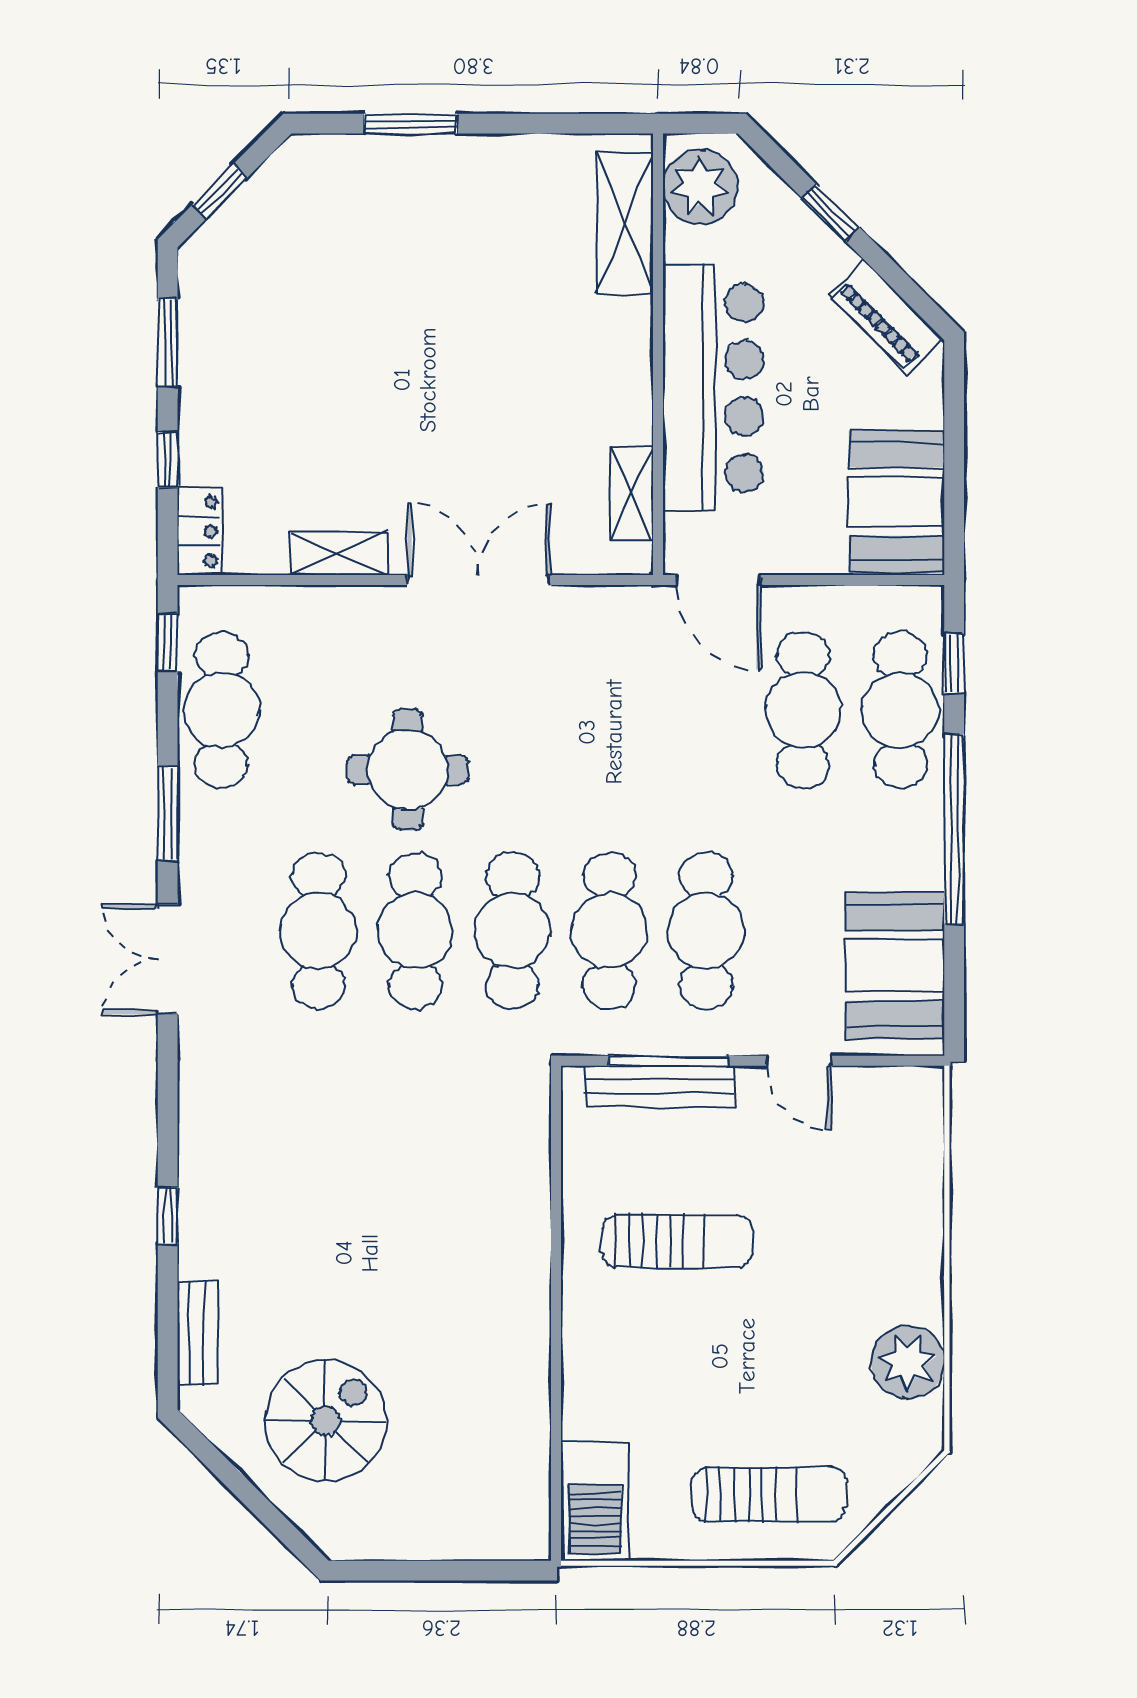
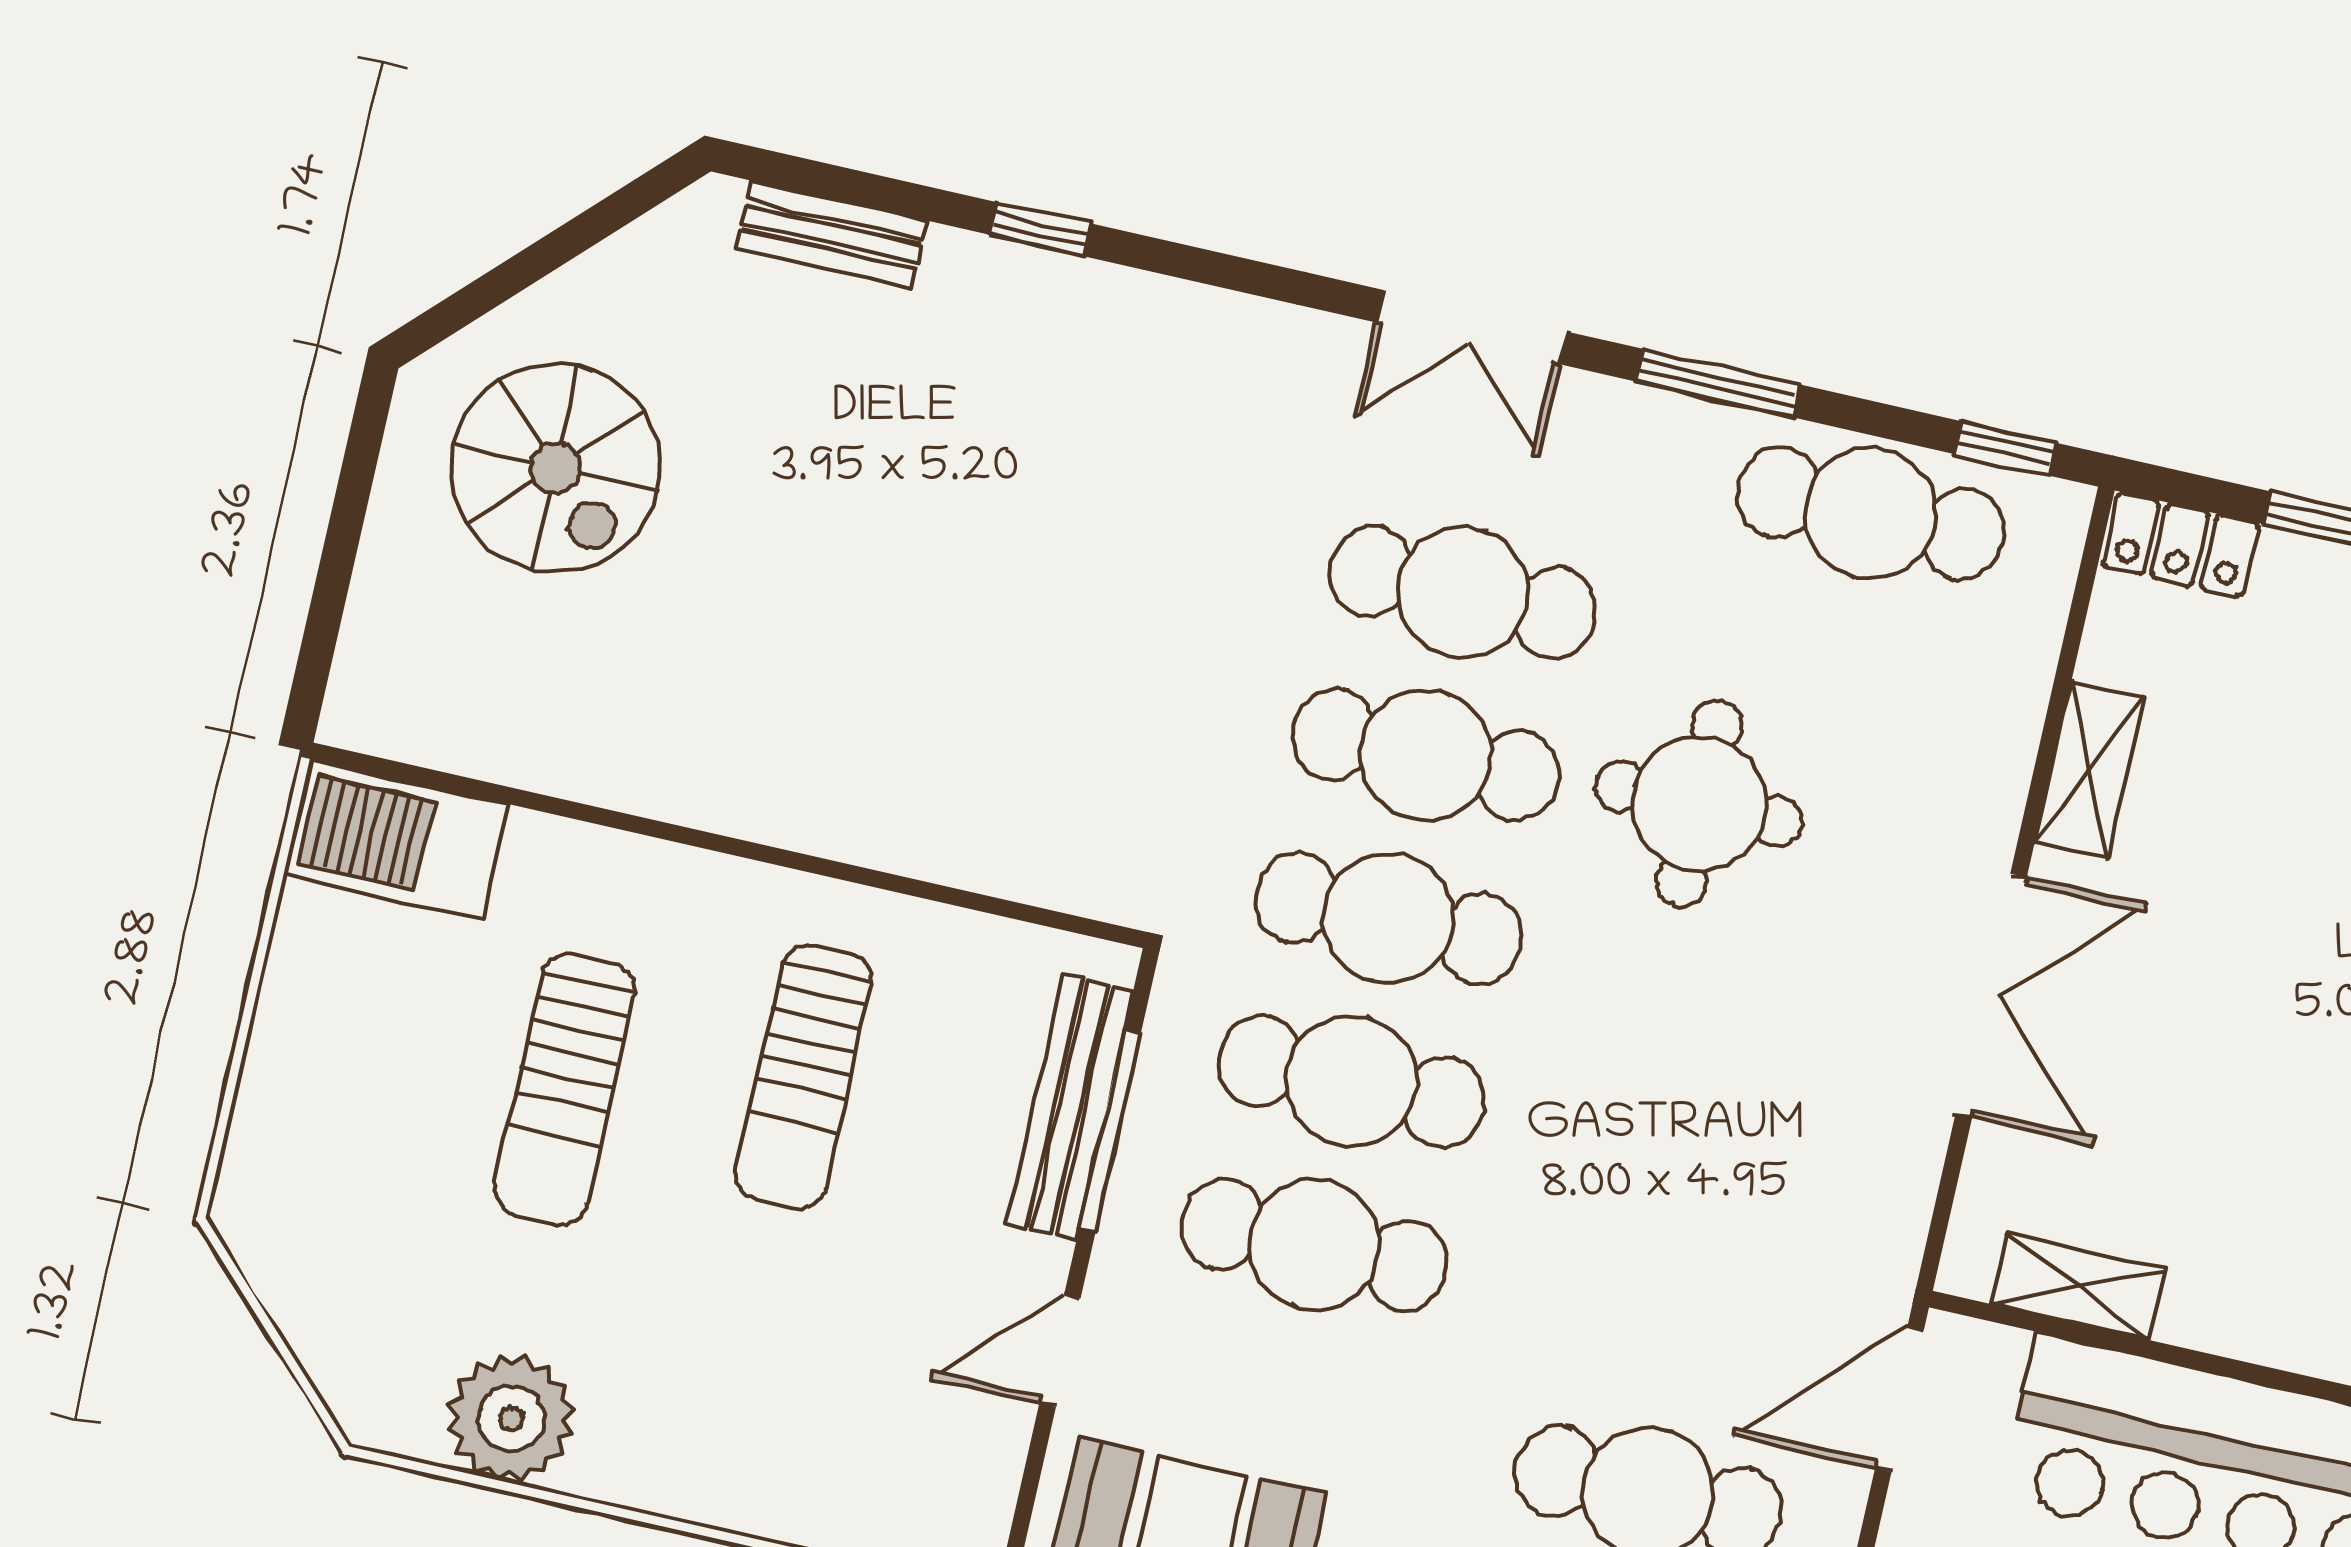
double door: (168, 960) -> (1472, 327), swing flipped
spiral stairs: (325, 1421) -> (556, 468), moved
sun lounger: (769, 1494) -> (565, 1089), moved

